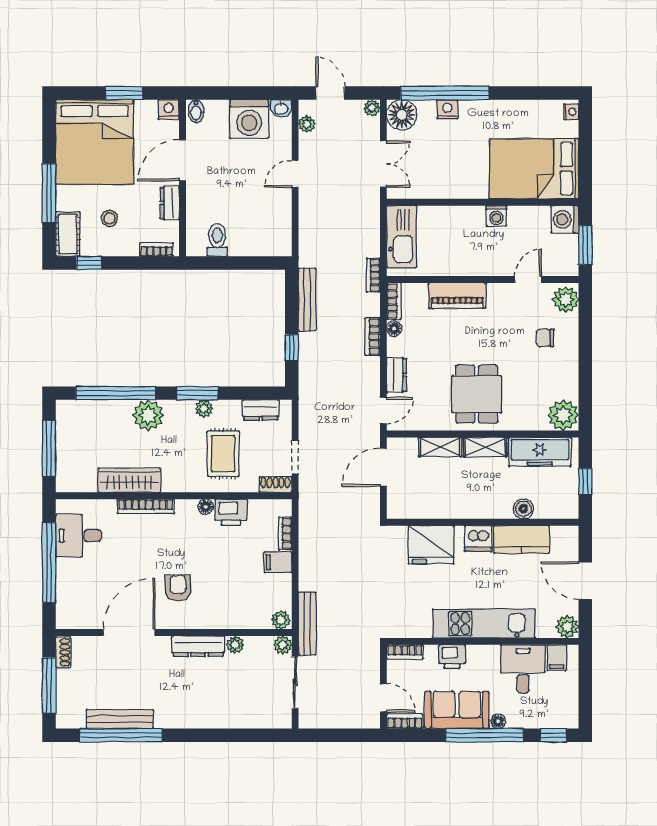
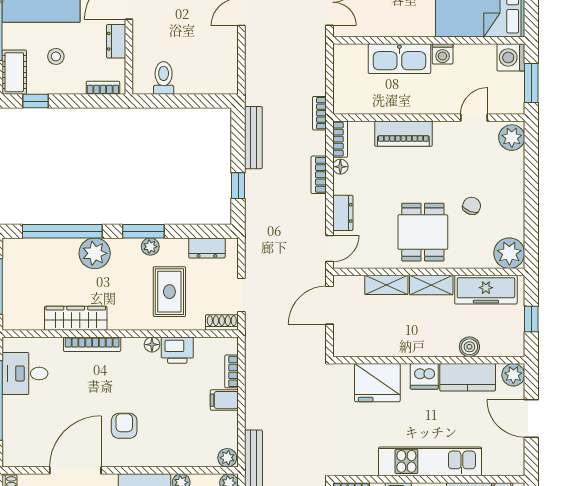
kitchen sink: (402, 237) -> (399, 59), moved, turned 90
chair: (545, 338) -> (472, 206), moved, turned 112
plant: (567, 627) -> (513, 375), moved

